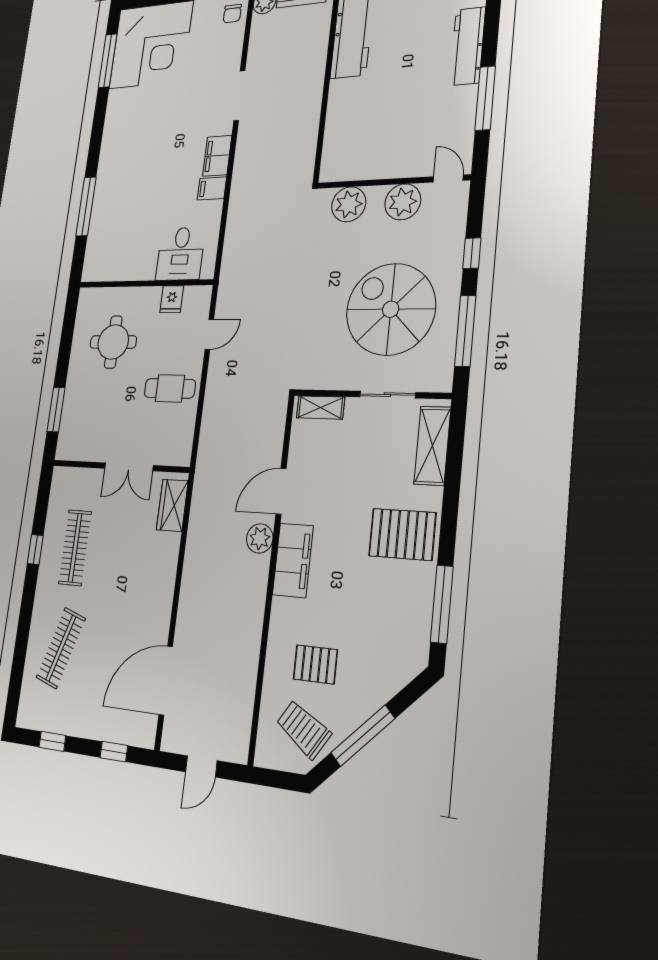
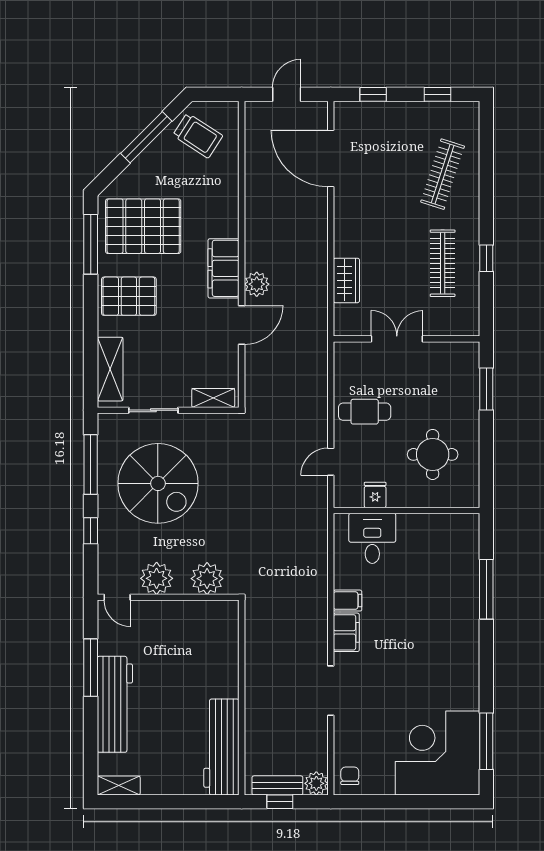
workbench: (468, 46) -> (115, 704), width x1.36, depth x1.32
wardrobe: (172, 505) -> (346, 280), moved
pallet: (315, 664) -> (143, 226), moved, width x2.05, depth x2.00
door: (166, 681) -> (331, 159), swing flipped

